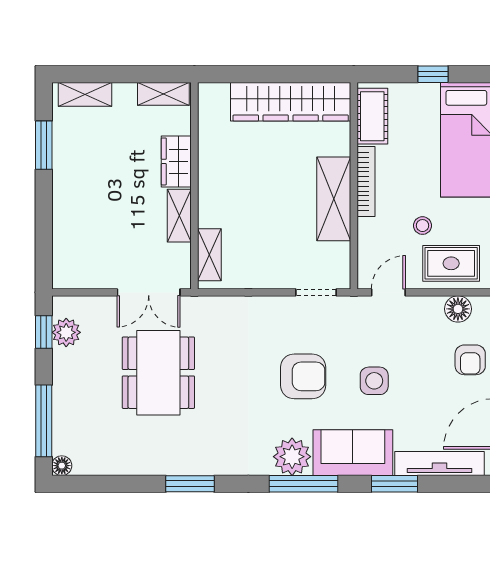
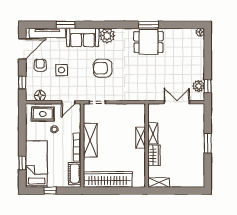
shelving: (85, 94) -> (191, 182), removed
window: (44, 145) -> (208, 143), moved
shelving: (209, 255) -> (141, 138), moved
double door: (149, 292) -> (177, 102), moved
armchair: (470, 360) -> (40, 65), moved
dining table: (158, 373) -> (149, 42), moved, width x0.73
side table: (374, 381) -> (62, 70), moved
window: (44, 421) -> (208, 50), removed
window: (303, 484) -> (103, 25), removed

